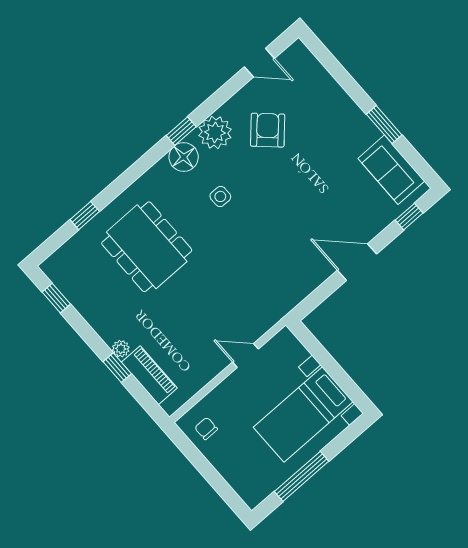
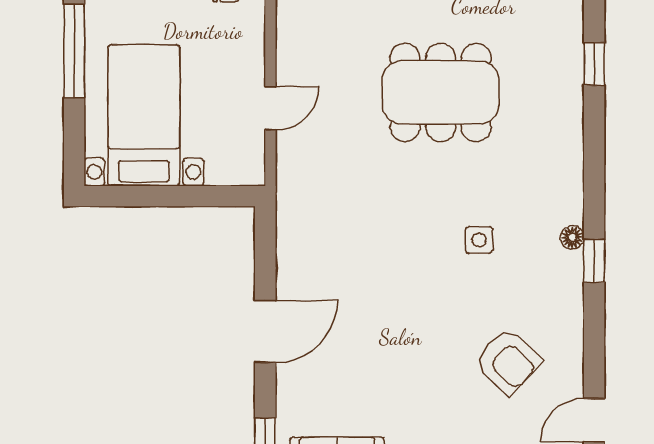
plant: (215, 132) -> (558, 298), removed
floor lamp: (184, 157) -> (572, 237), width x0.53, depth x0.53
dining table: (147, 247) -> (441, 92), moved

